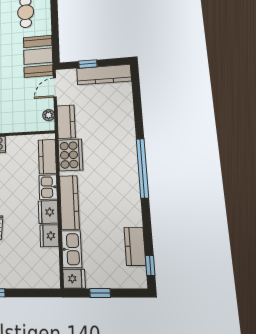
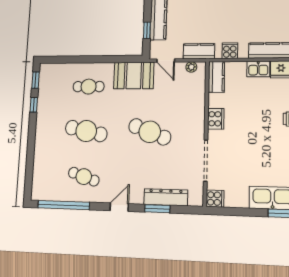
cooker: (70, 155) -> (230, 51), width x0.53, depth x0.76
kitchen counter: (47, 157) -> (216, 77), moved, turned -90

